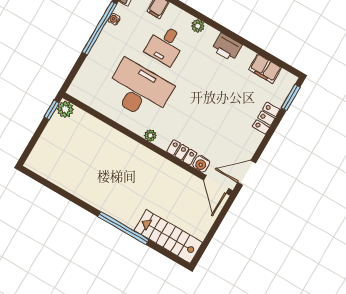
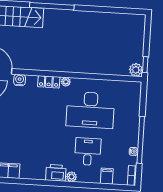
printer: (227, 47) -> (56, 173), moved
locker: (182, 152) -> (49, 82), moved

